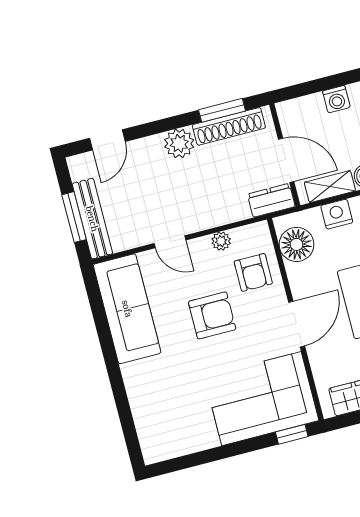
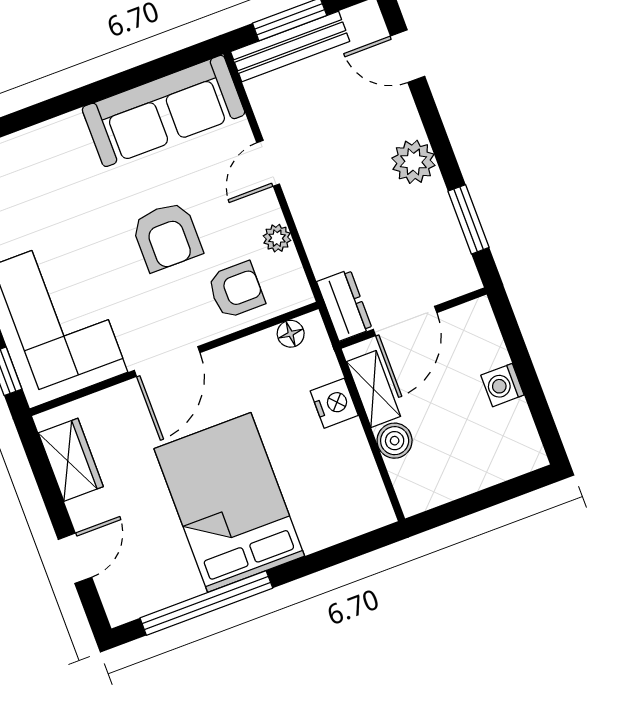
shoe rack: (229, 126) -> (446, 232), removed
floor lamp: (297, 244) -> (291, 334), width x0.53, depth x0.53
armchair: (253, 272) -> (236, 290), turned 180
door: (297, 324) -> (167, 362), hinge flipped

